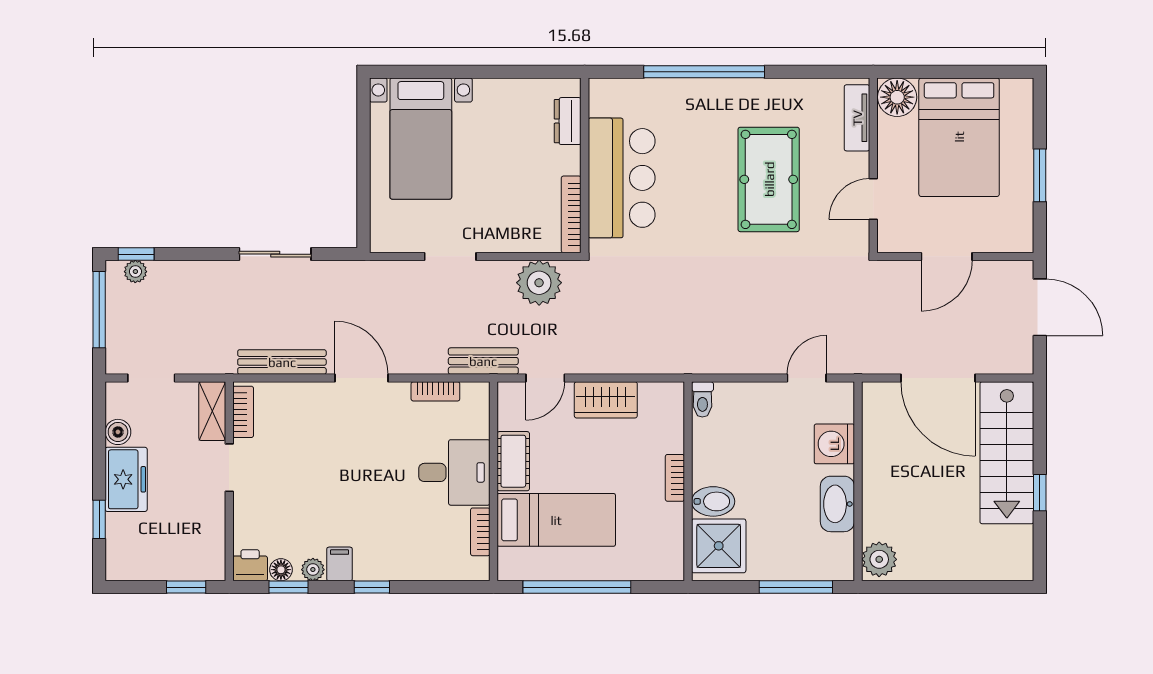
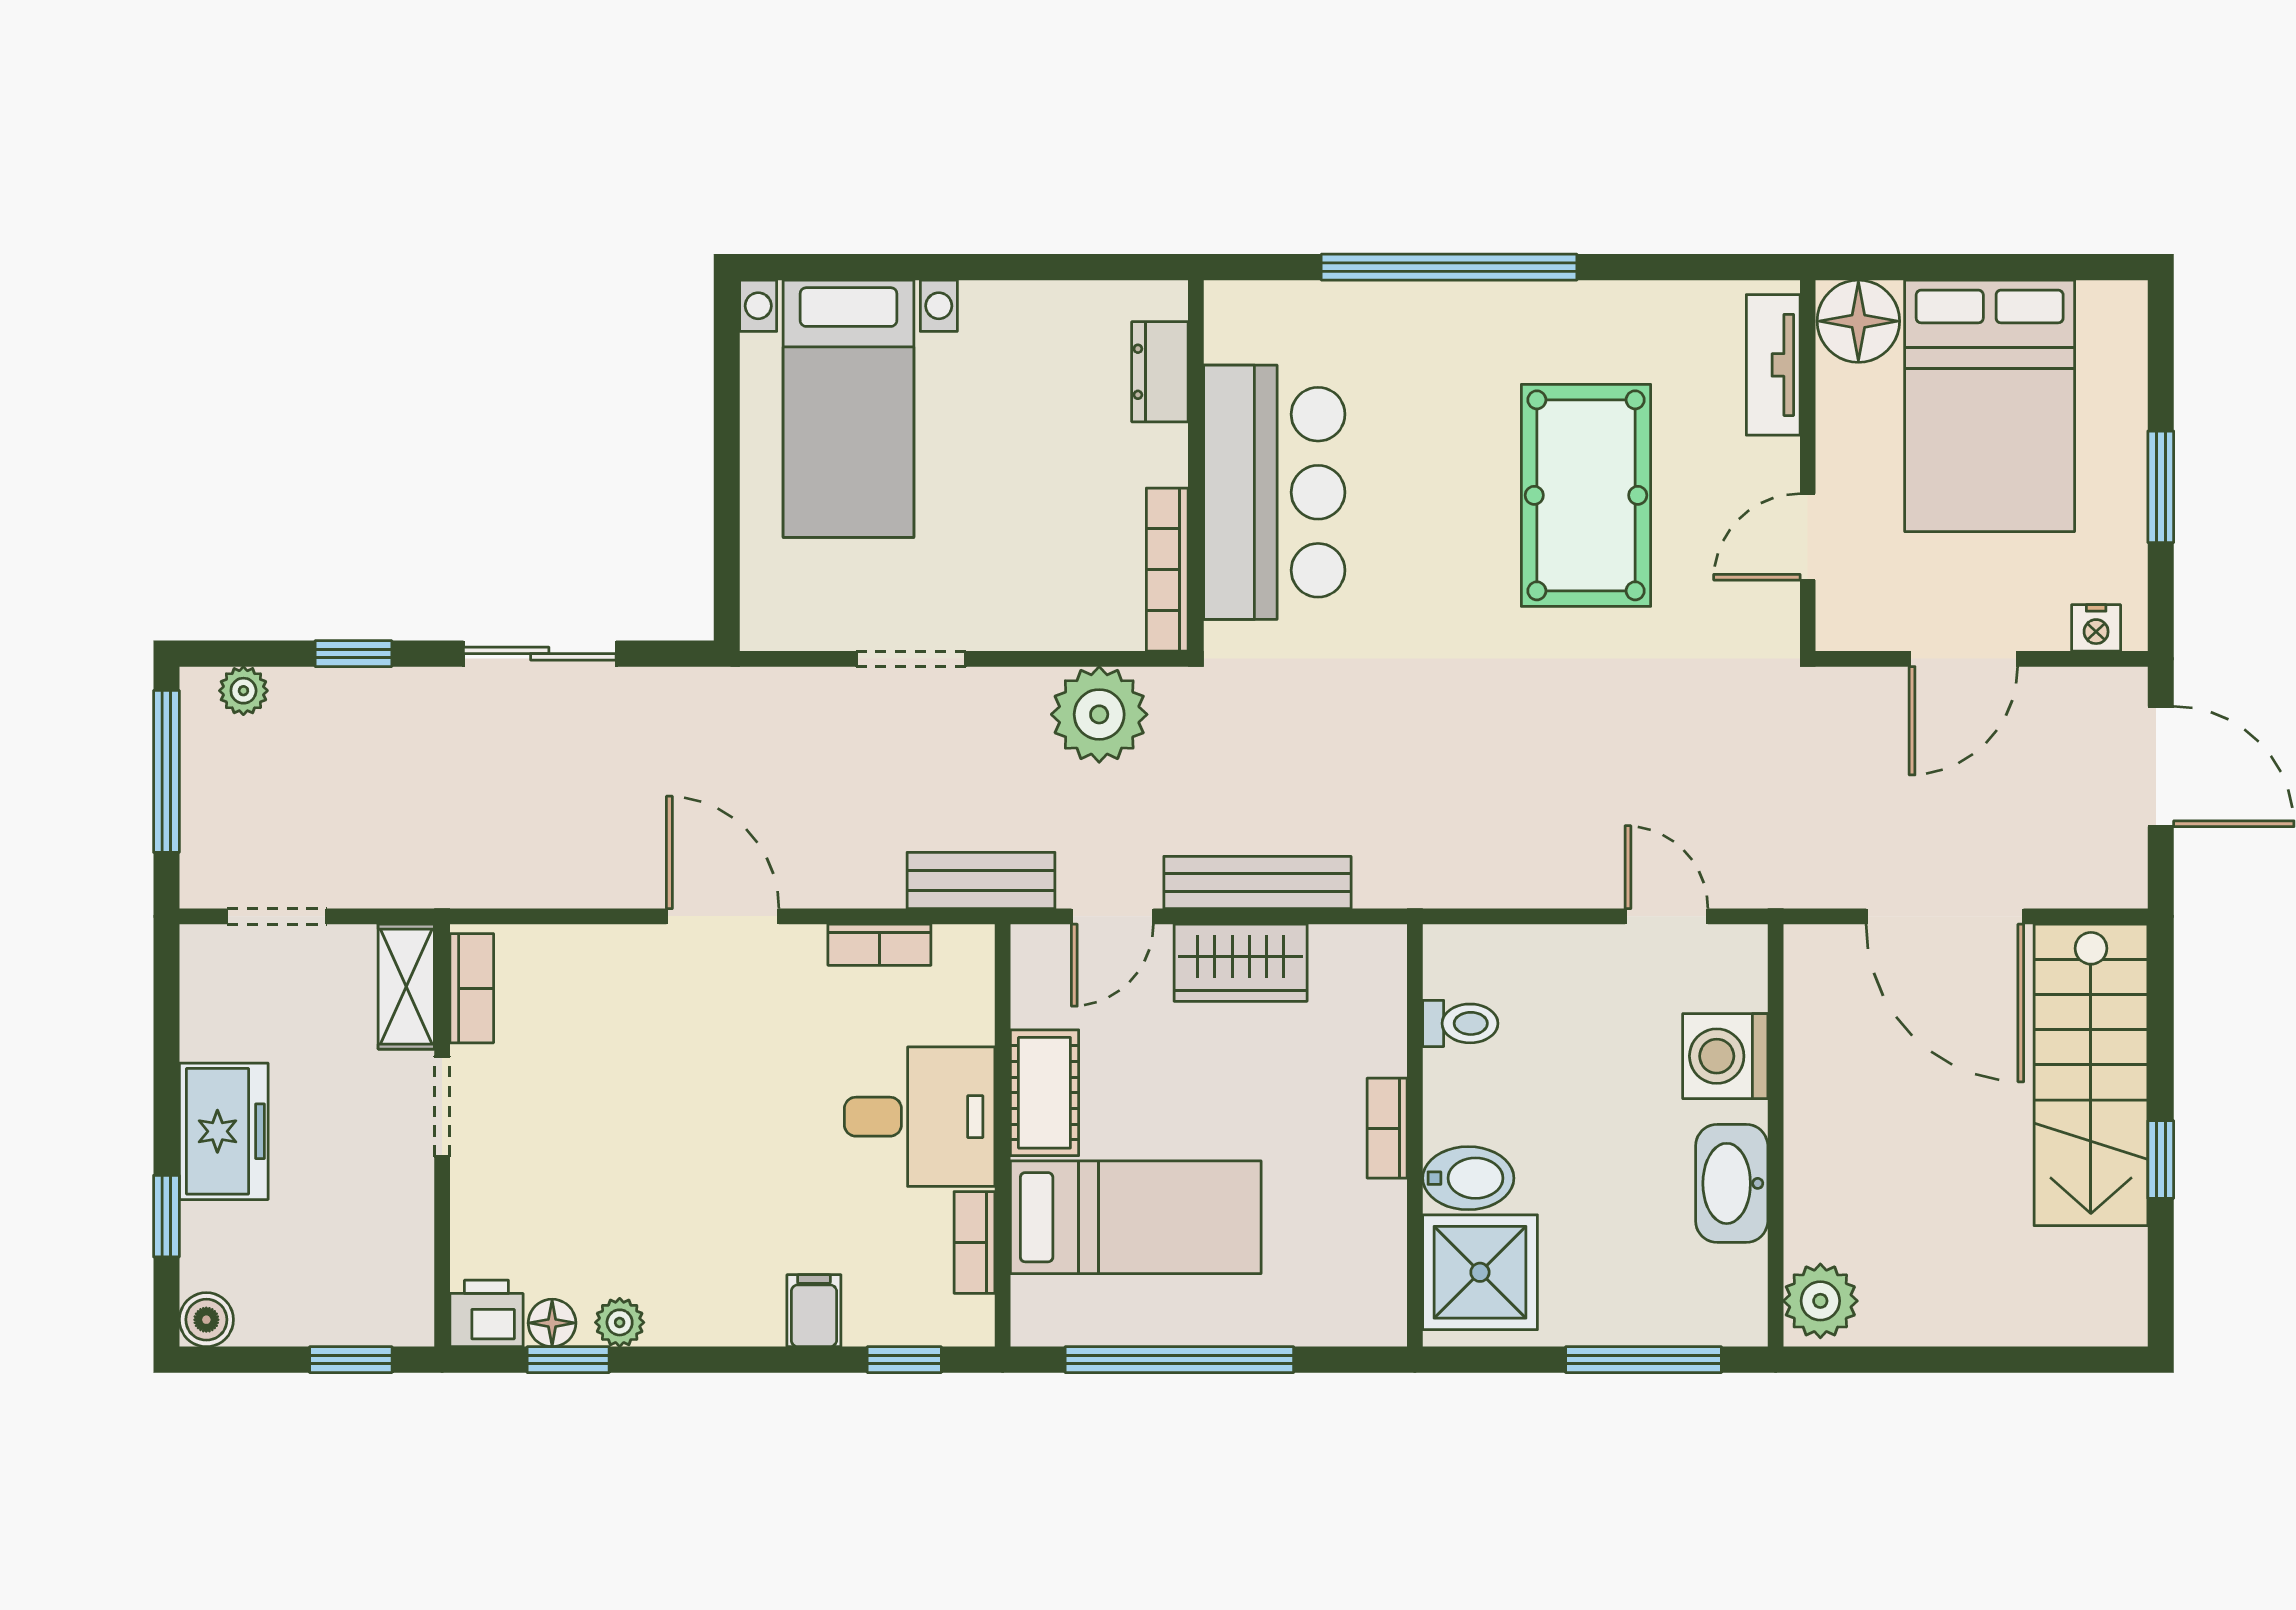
nightstand: (1009, 242) -> (2096, 628), added
window: (136, 254) -> (353, 654), moved
bench: (282, 362) -> (1257, 883), moved
door: (807, 378) -> (1666, 916), hinge flipped
toilet: (702, 399) -> (1460, 1023), moved, turned -90
boiler: (118, 432) -> (206, 1320), moved
filing cabinet: (339, 564) -> (814, 1311), moved
window: (372, 587) -> (904, 1360), moved

